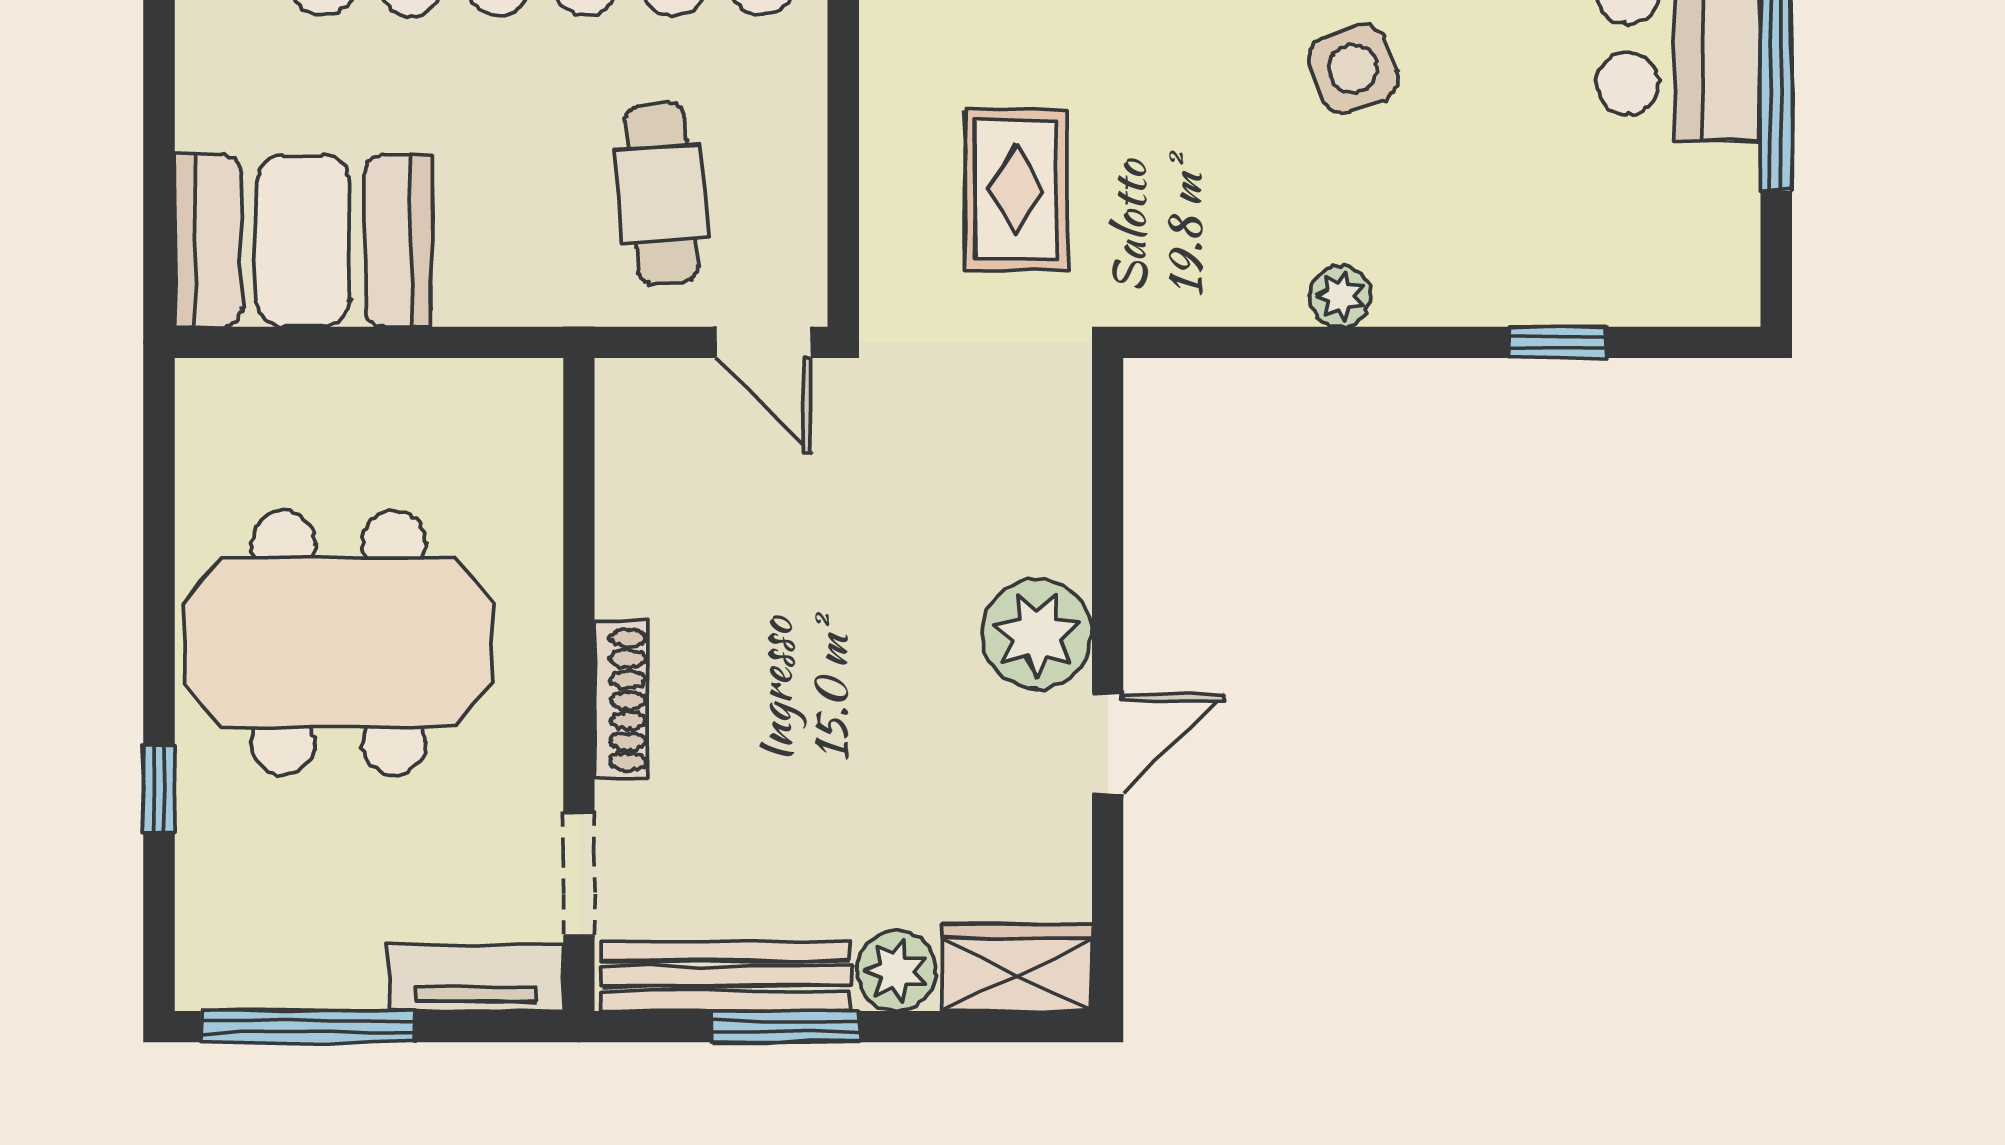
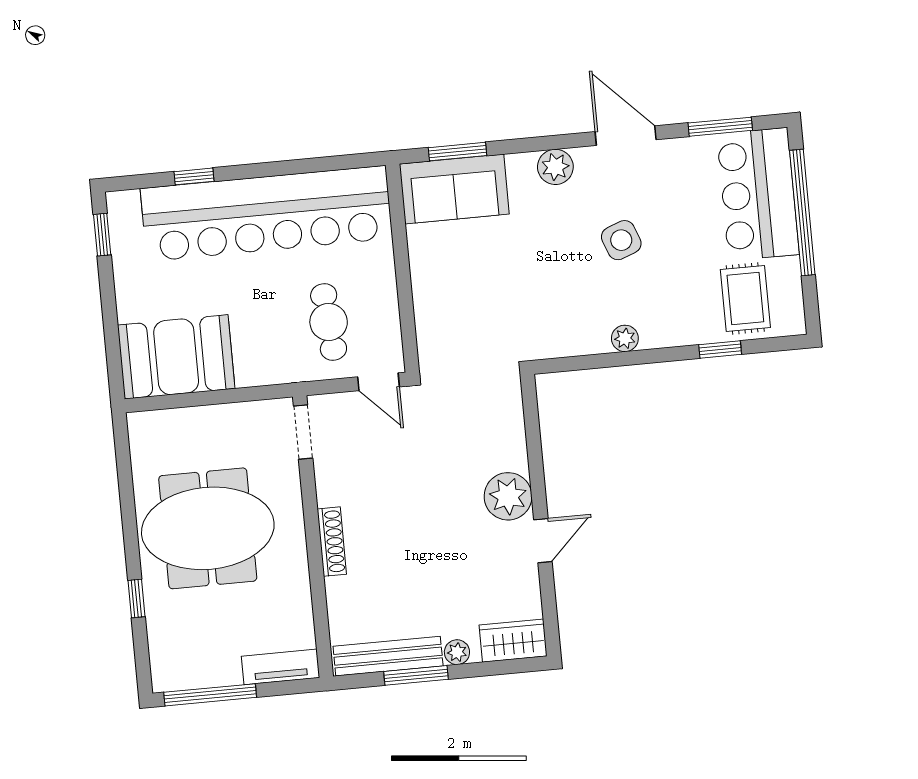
rug: (1016, 190) -> (745, 299), moved
doorway: (579, 873) -> (303, 432), moved
plant: (896, 971) -> (457, 652), width x0.73, depth x0.73

